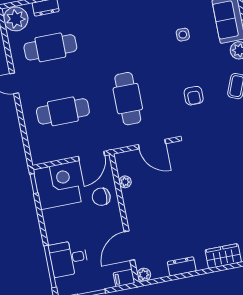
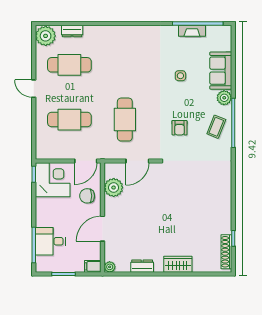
door: (152, 144) -> (137, 161), hinge flipped
plant: (125, 182) -> (114, 188), width x1.88, depth x1.88
door: (129, 246) -> (103, 229), moved

